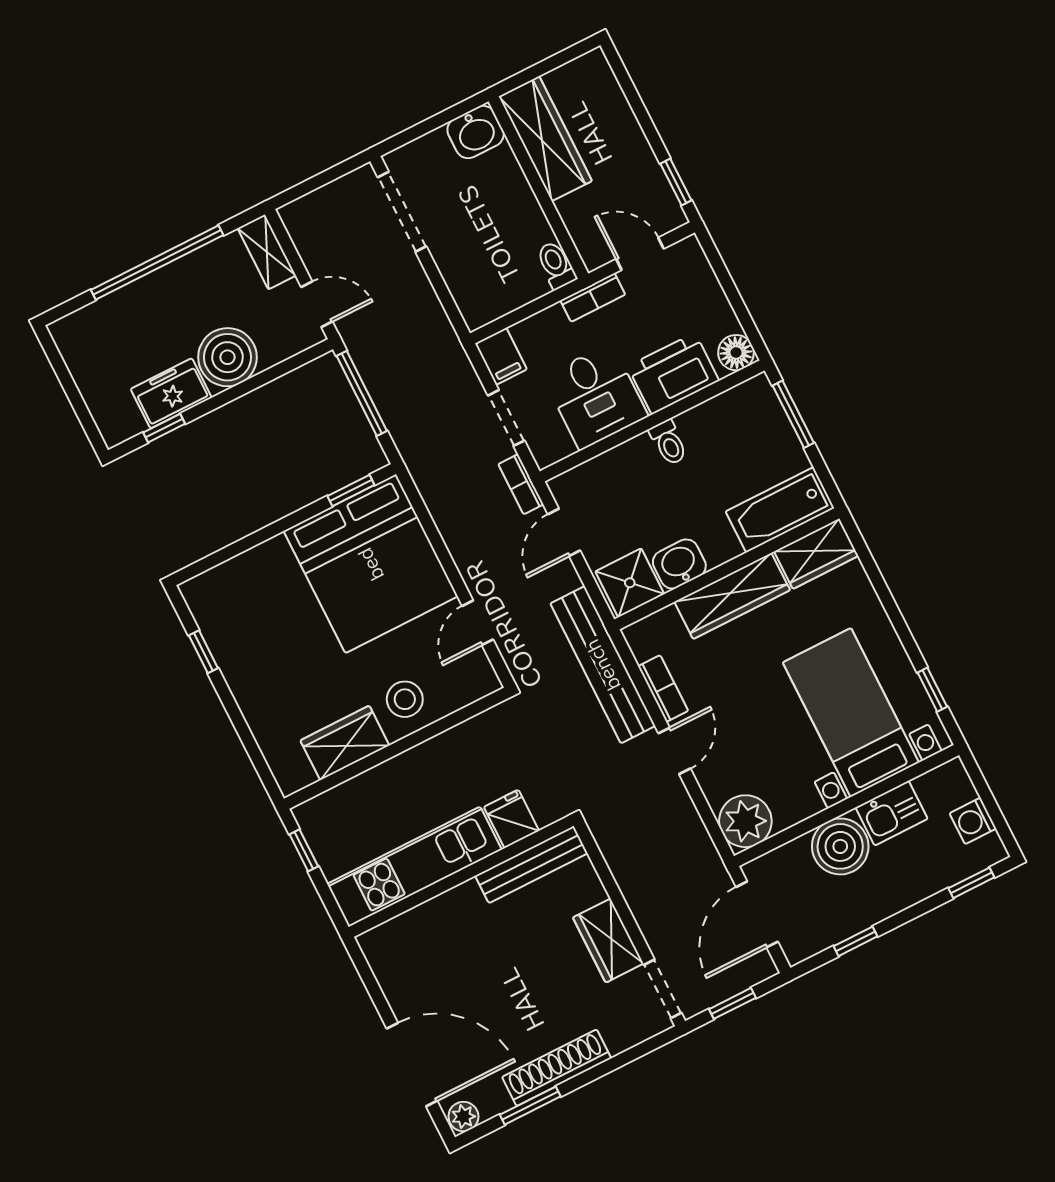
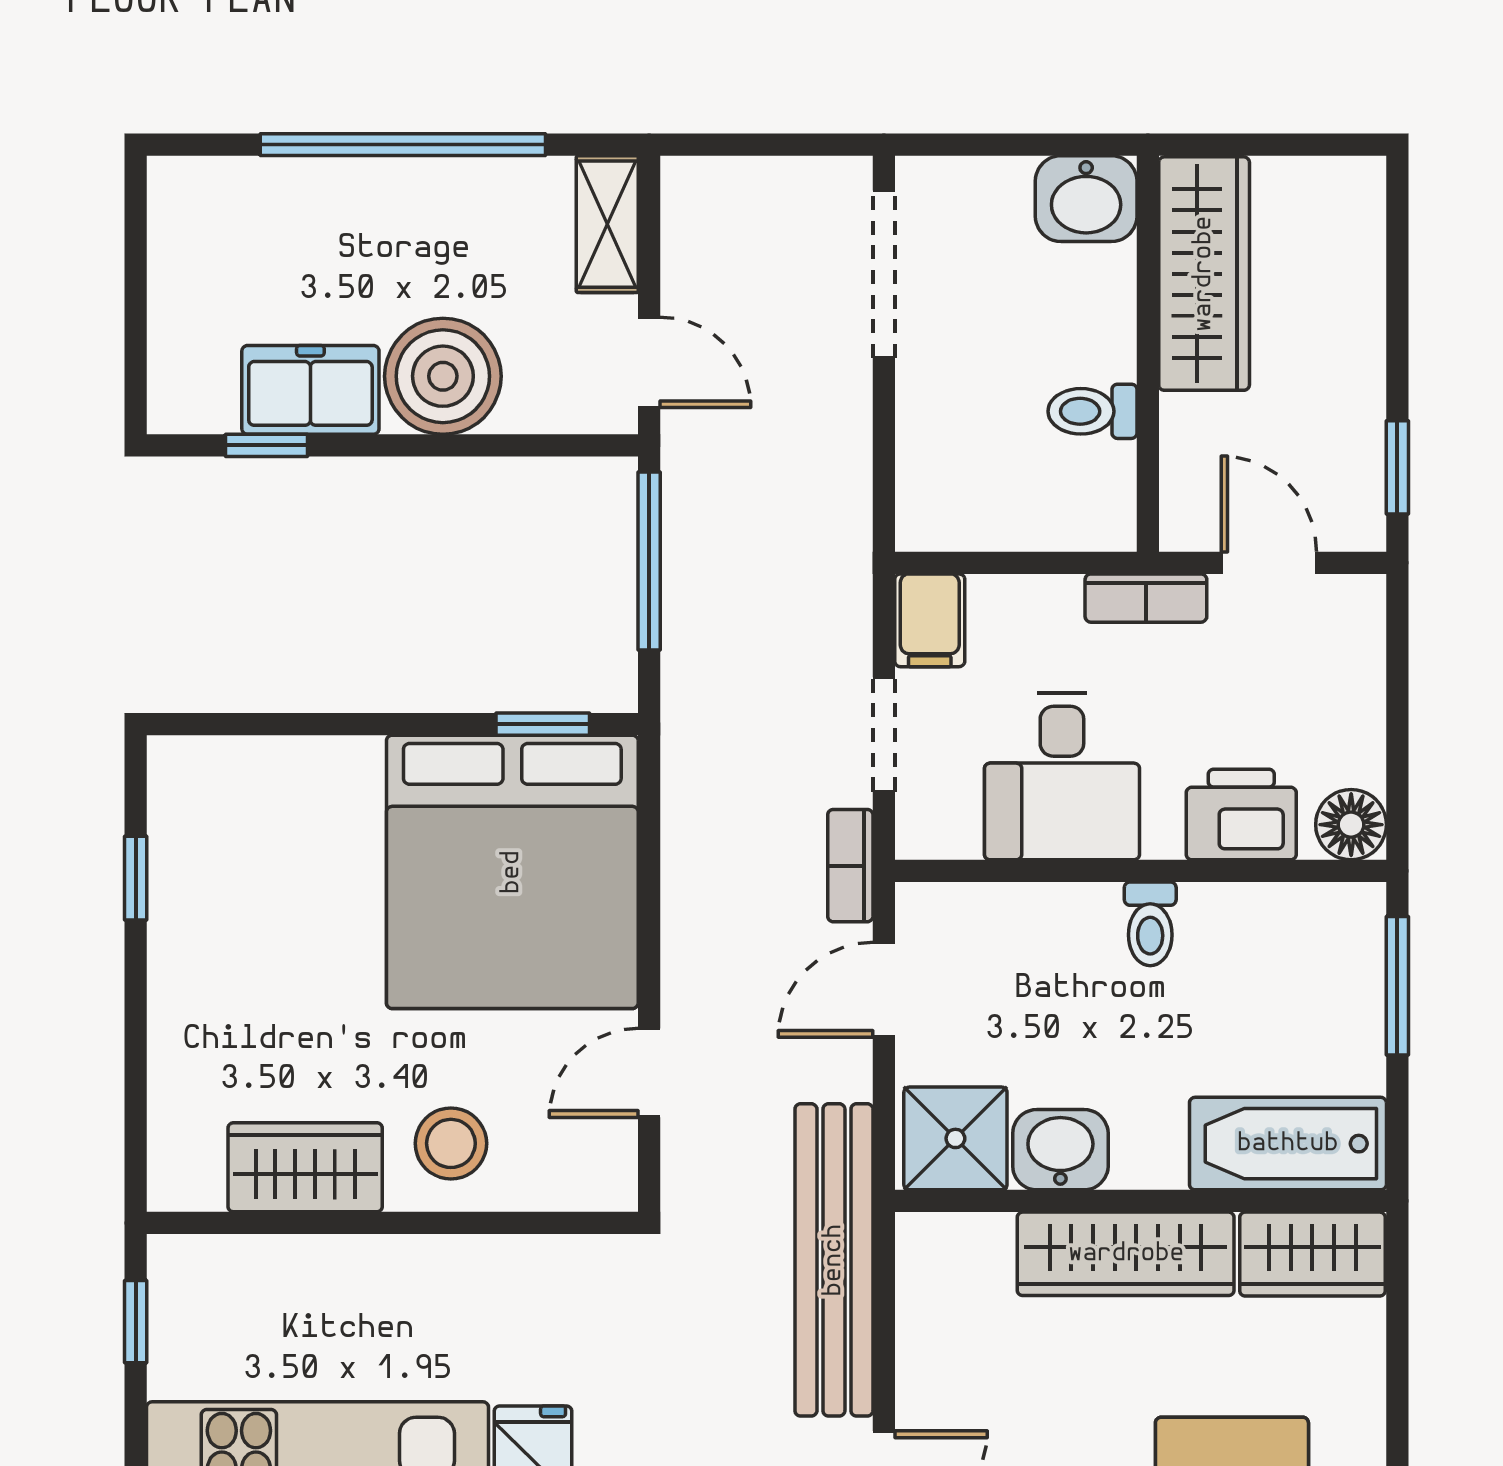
toilet: (556, 265) -> (1093, 411), moved, turned -90
printer: (673, 374) -> (1241, 814), width x0.73, depth x0.84
bookcase: (663, 688) -> (920, 1356), removed

